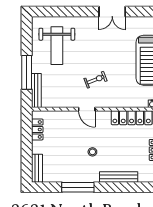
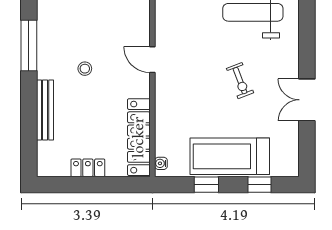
exercise bike: (96, 80) -> (240, 81), moved
door: (87, 109) -> (152, 60), hinge flipped

